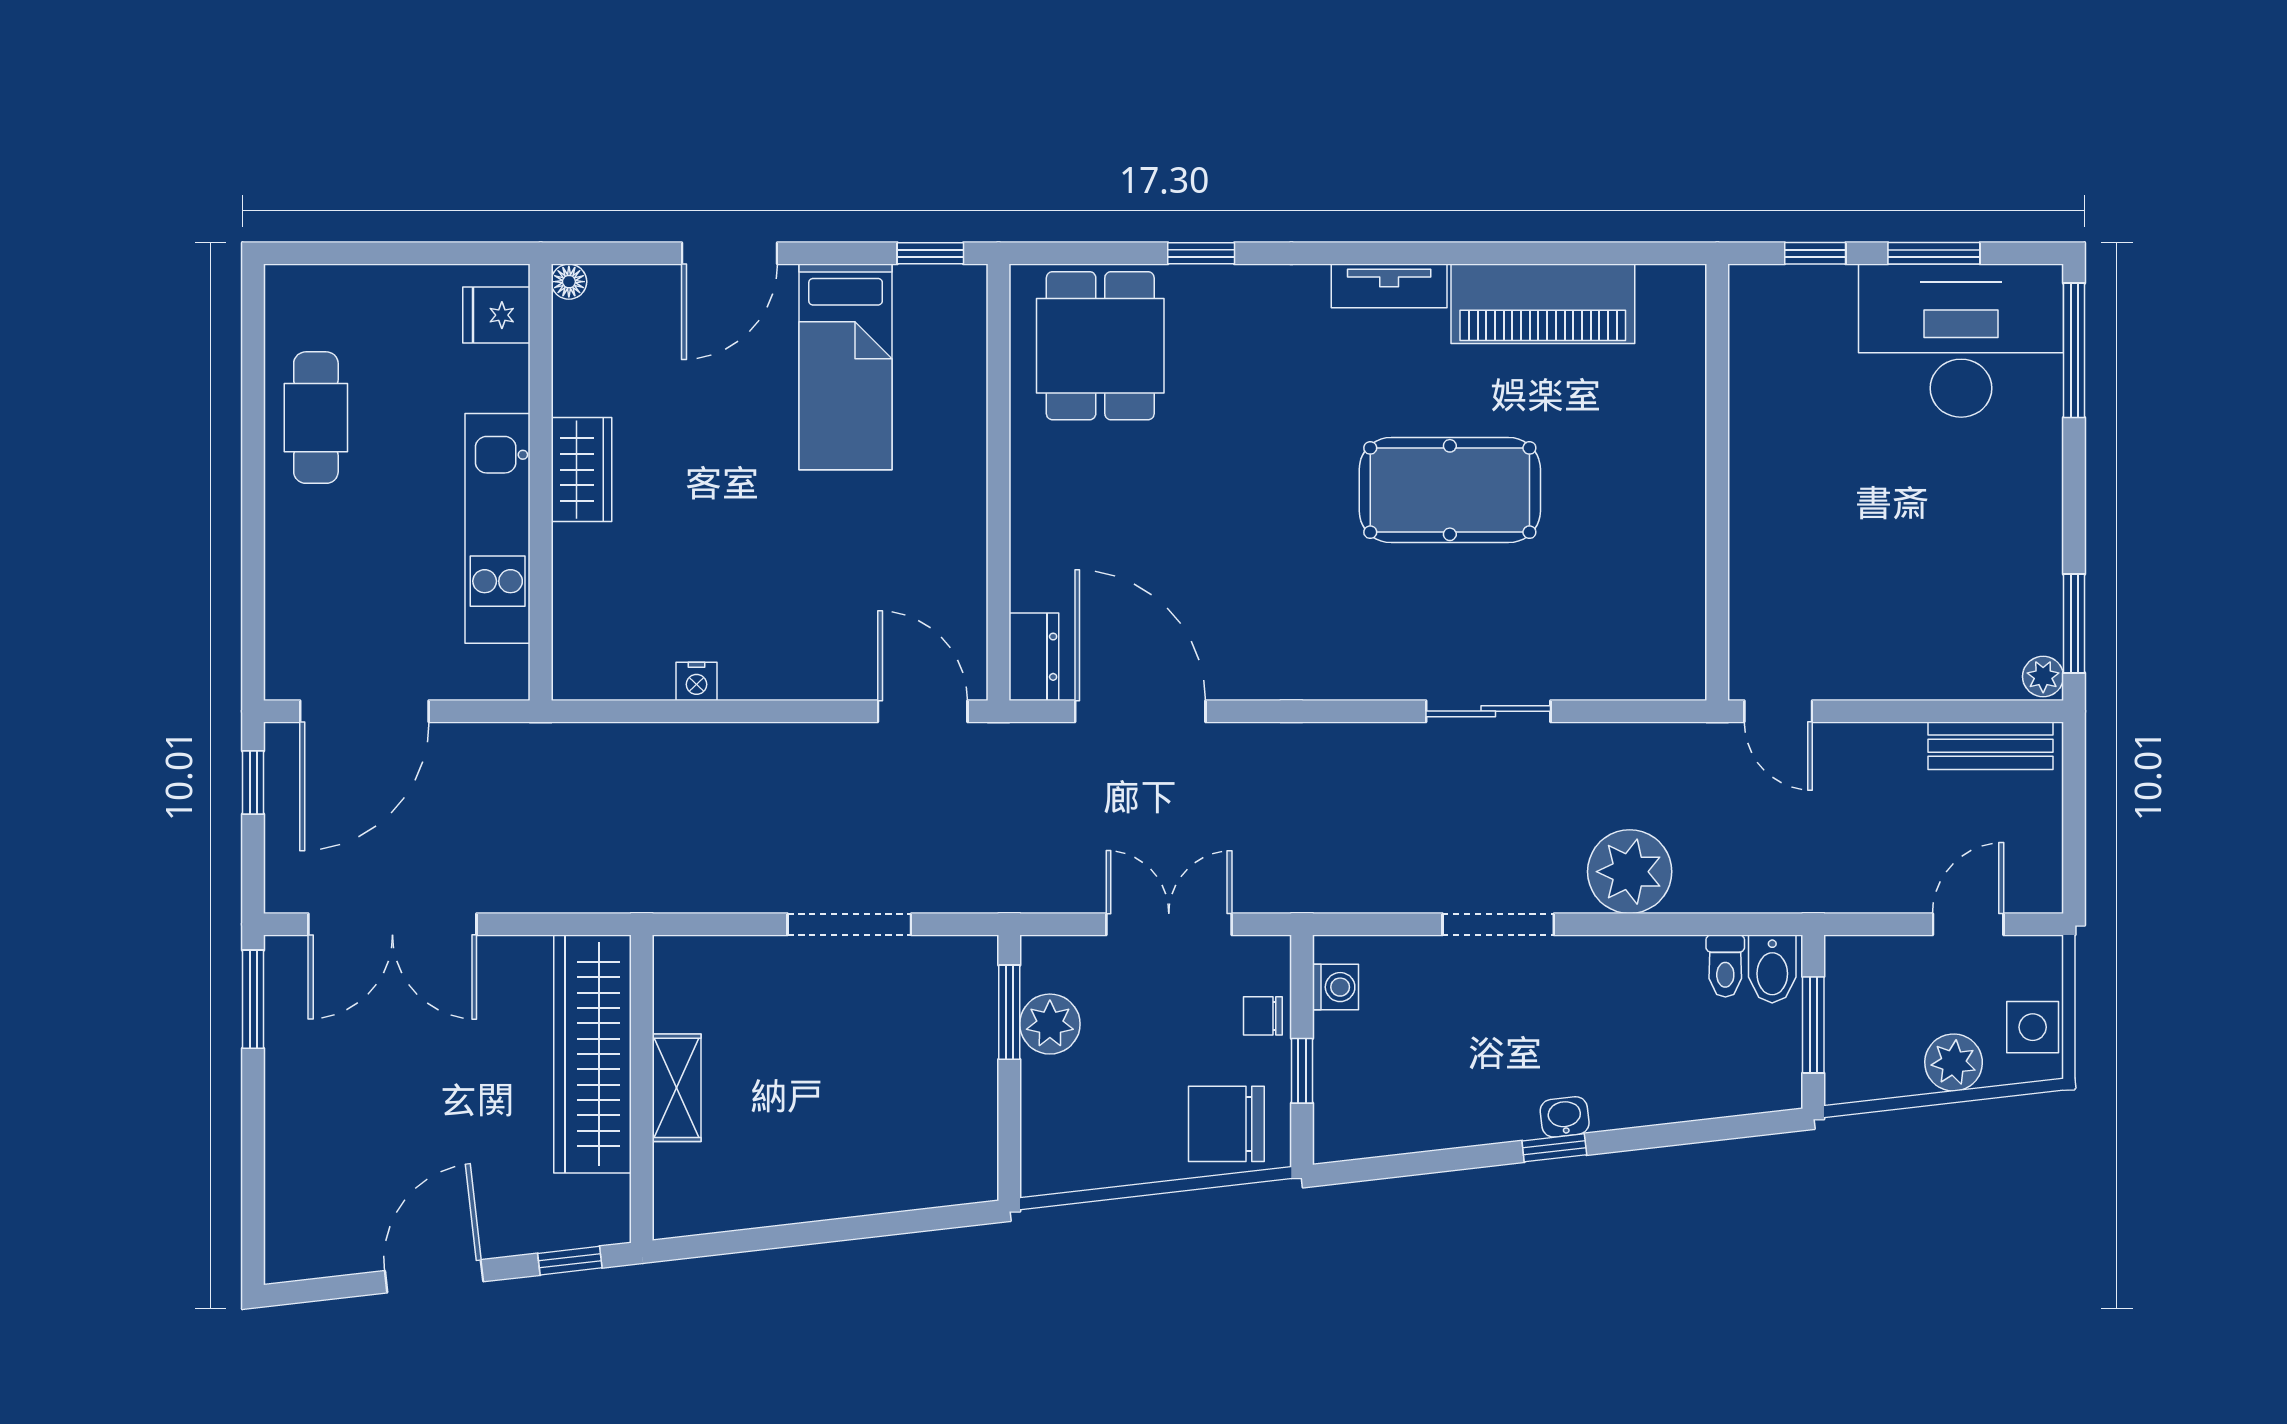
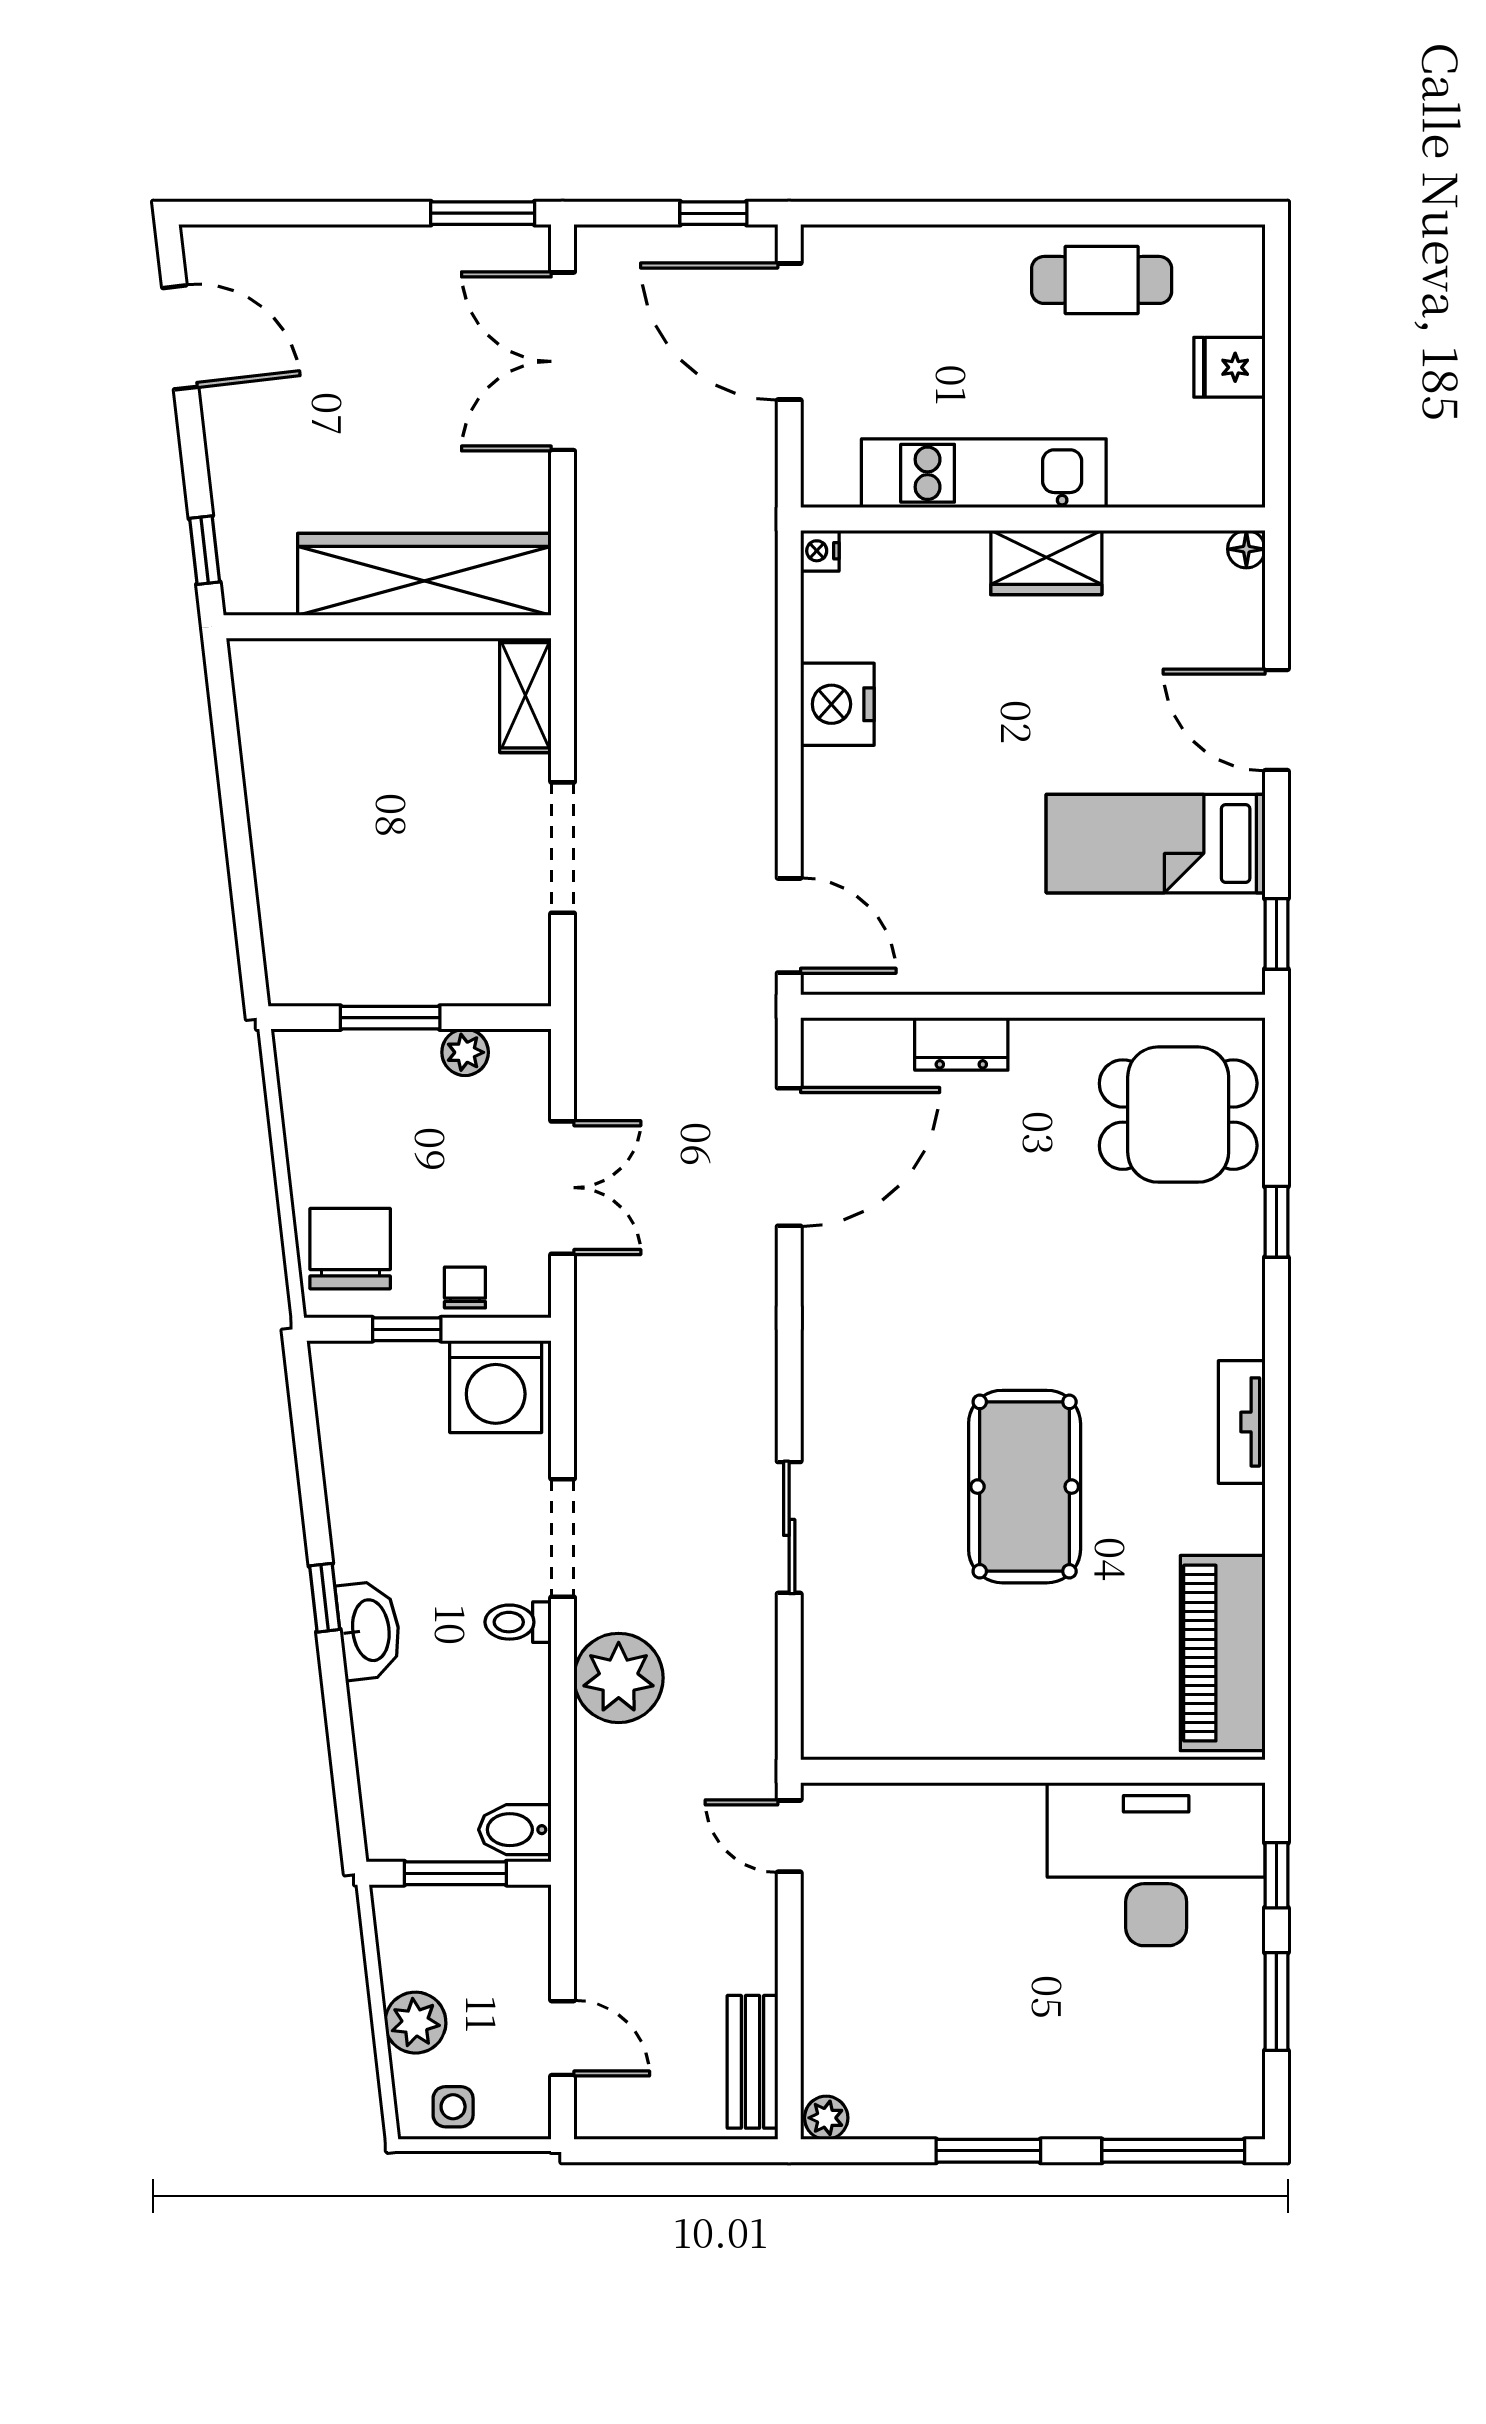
piano: (1543, 304) -> (1223, 1653), moved
fridge: (496, 315) -> (1229, 367), moved, turned -90
desk: (1961, 341) -> (1156, 1864), moved, turned -90
window: (2074, 624) -> (988, 2151), moved
dresser: (1034, 657) -> (961, 1044), moved
nightstand: (696, 681) -> (837, 704), width x1.89, depth x1.79
nightstand: (570, 682) -> (820, 551), added
door: (923, 711) -> (789, 926), hinge flipped
door: (1778, 711) -> (789, 1836), hinge flipped
toilet: (1725, 966) -> (518, 1622), moved
washing machine: (1336, 987) -> (496, 1387), width x1.89, depth x1.89
window: (1009, 1012) -> (390, 1018), moved
plant: (1050, 1024) -> (465, 1052), width x0.73, depth x0.73
side table: (2033, 1027) -> (453, 2107), width x0.73, depth x0.73
shelving: (677, 1088) -> (525, 695), moved, turned 90
washbasin: (1565, 1117) -> (369, 1630), width x1.91, depth x1.45
door: (434, 1276) -> (180, 337), moved

